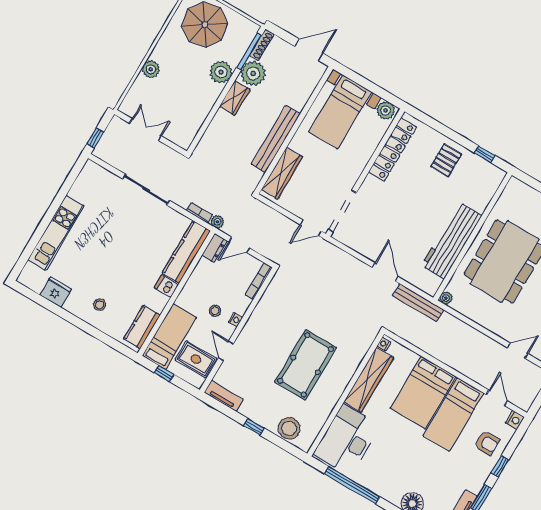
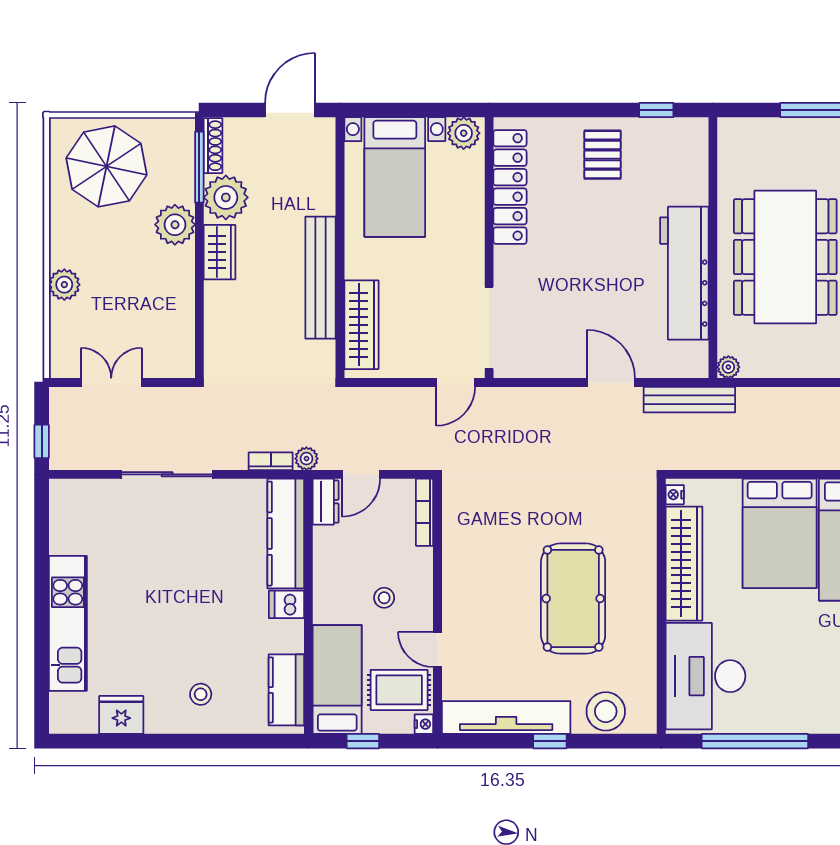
nightstand: (236, 320) -> (424, 724), moved
tv unit: (224, 396) -> (506, 718), width x1.92, depth x1.29

